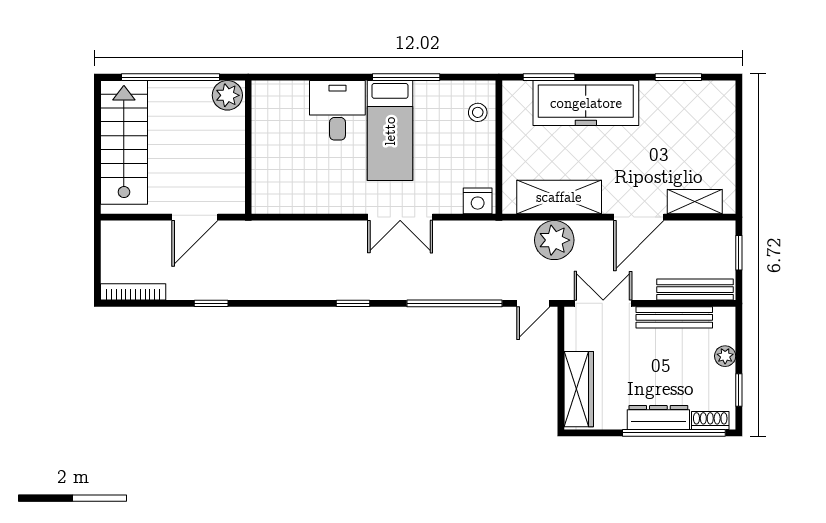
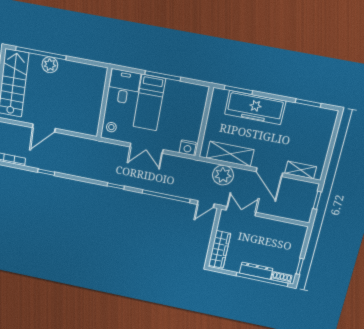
plant: (227, 95) -> (50, 65), moved
stool: (478, 112) -> (111, 127), moved
wall: (248, 147) -> (104, 103), moved
door: (639, 217) -> (269, 172), hinge flipped
bench: (695, 290) -> (290, 214), removed
bench: (674, 317) -> (276, 225), removed
plant: (725, 356) -> (297, 249), removed

